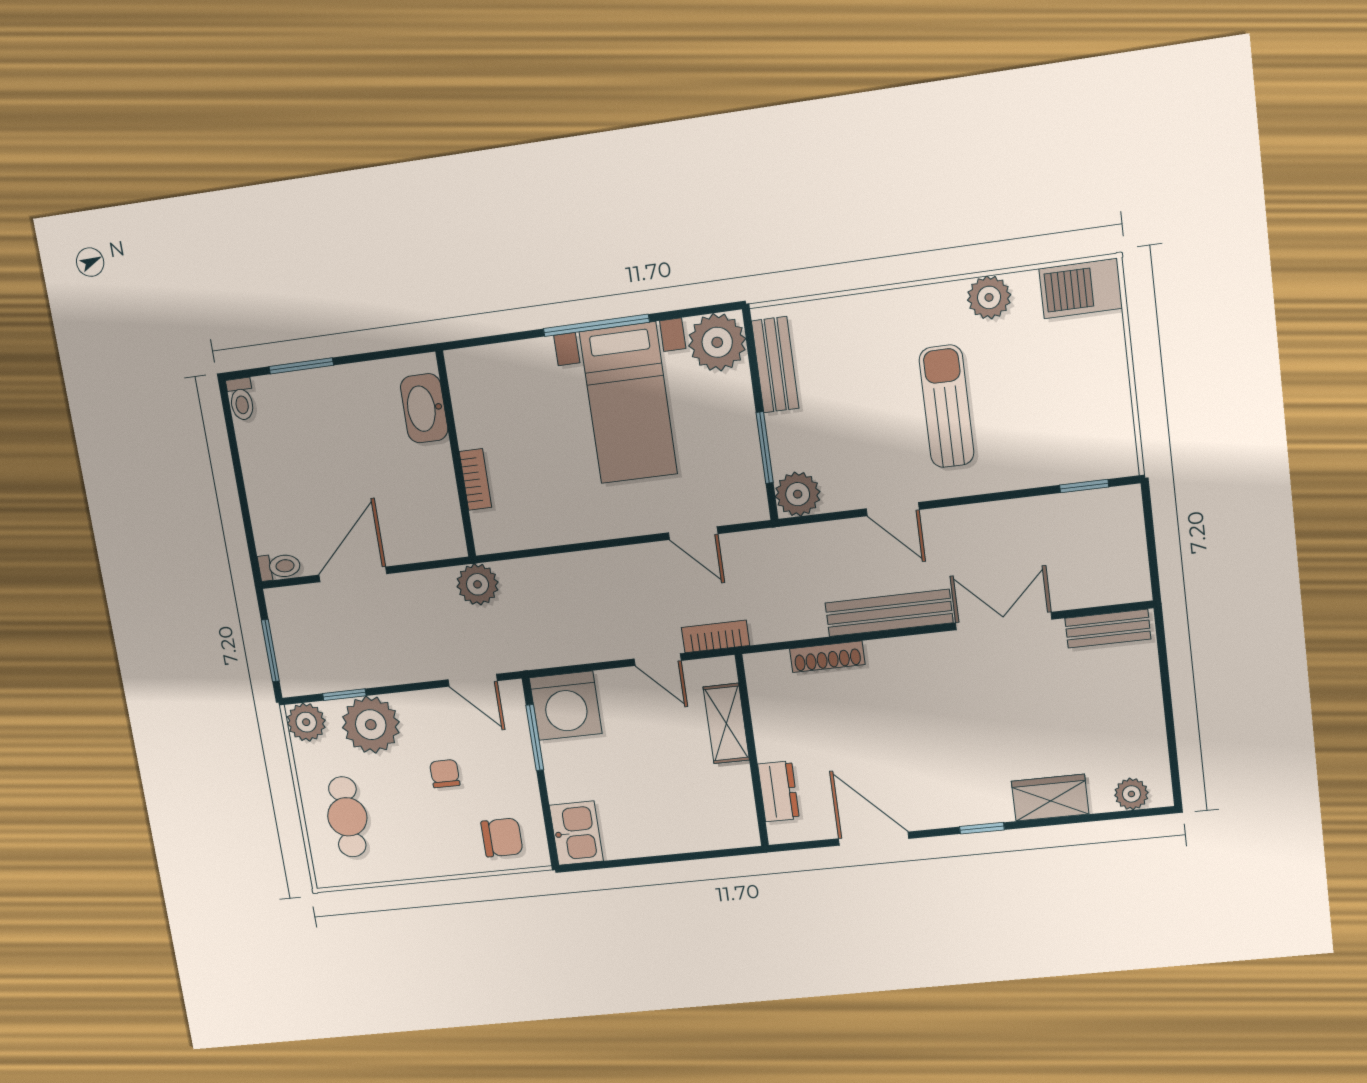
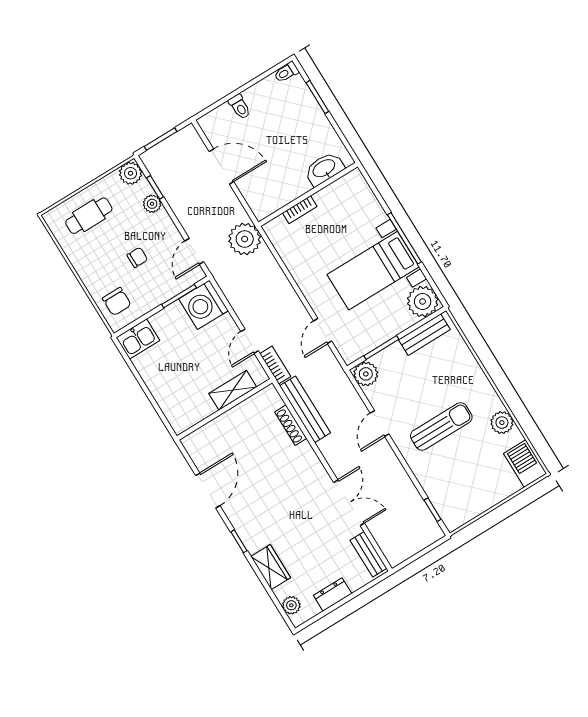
toilet: (279, 567) -> (240, 107), moved
plant: (478, 584) -> (245, 239), width x1.36, depth x1.36
bench: (889, 613) -> (305, 409), moved
plant: (371, 725) -> (152, 204), width x0.53, depth x0.53
dresser: (778, 791) -> (333, 594), moved, turned 180

